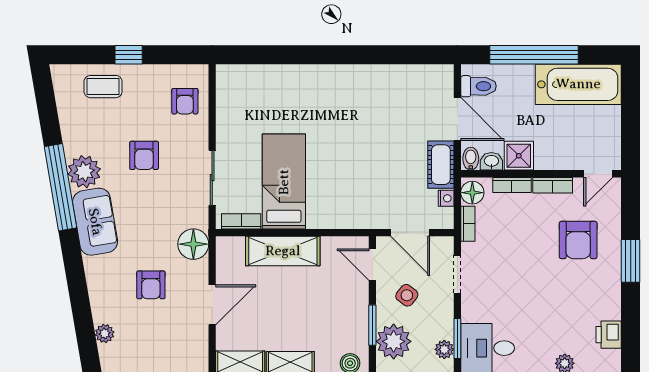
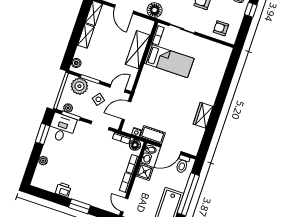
wardrobe: (368, 78) -> (203, 115), added
armchair: (578, 240) -> (97, 186), removed
printer: (609, 335) -> (63, 190), moved

